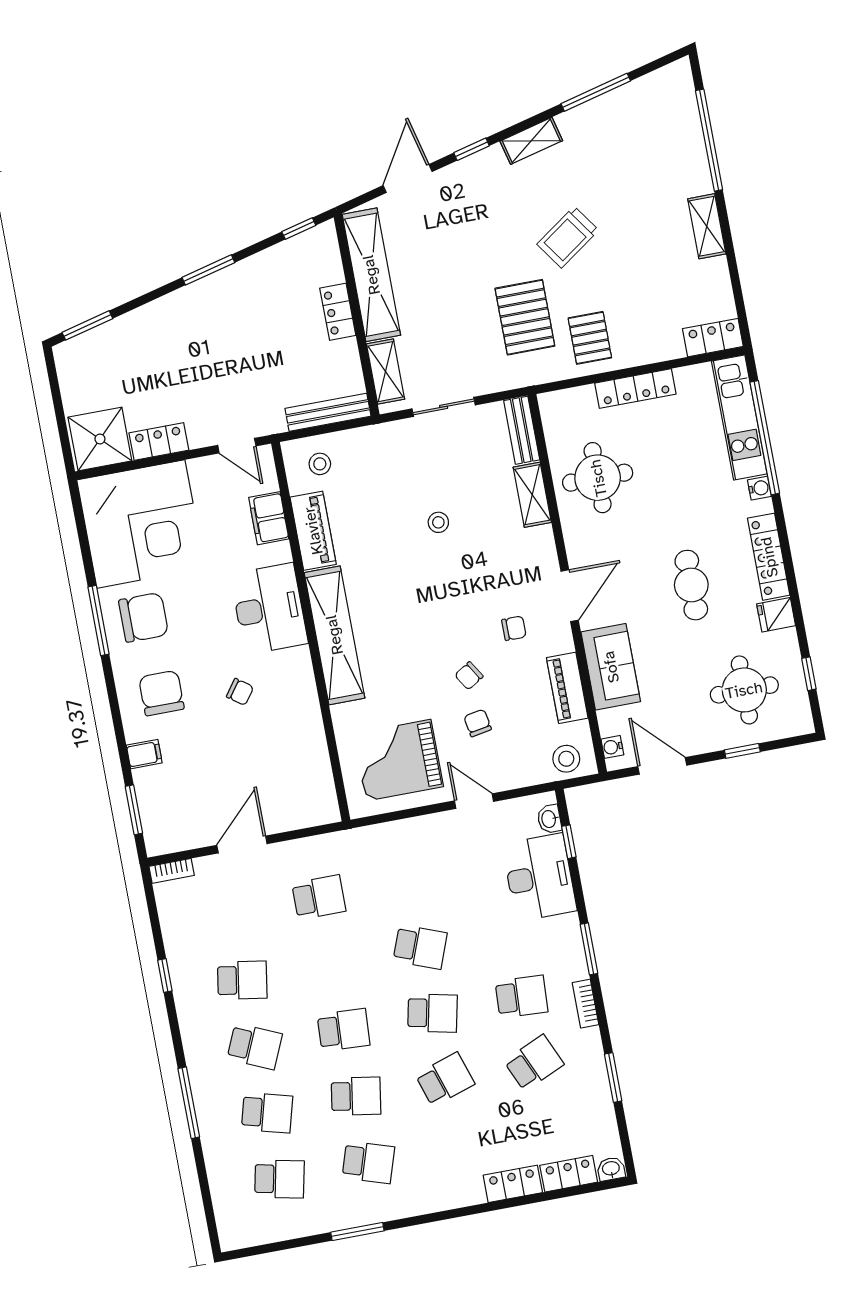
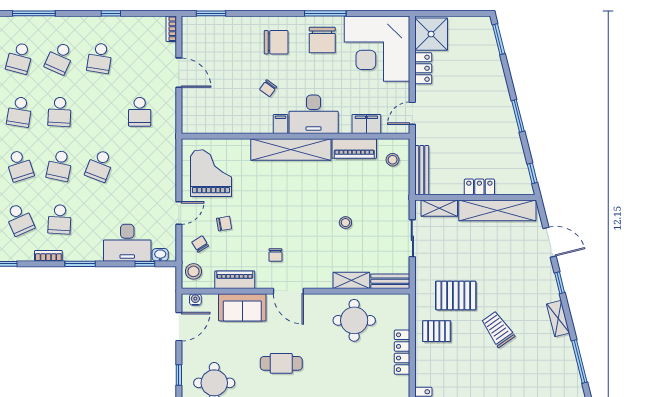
chair: (469, 676) -> (200, 244), moved
filing cabinet: (144, 754) -> (280, 124), moved, turned 180

